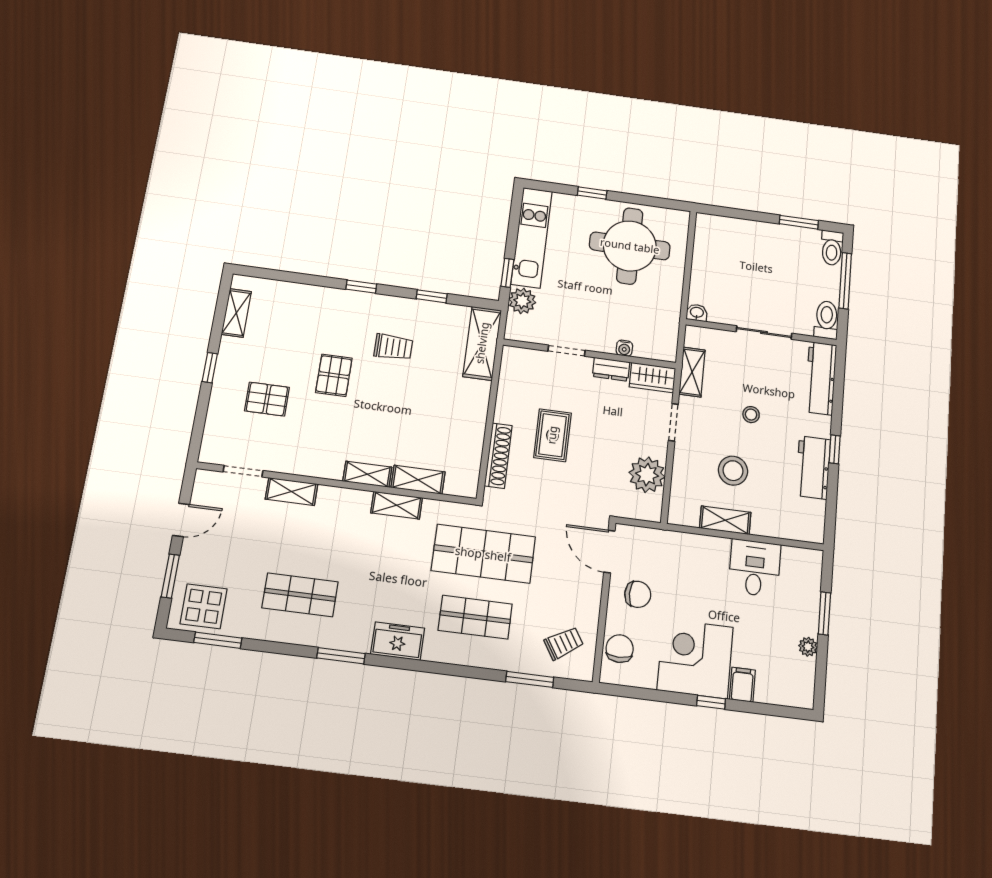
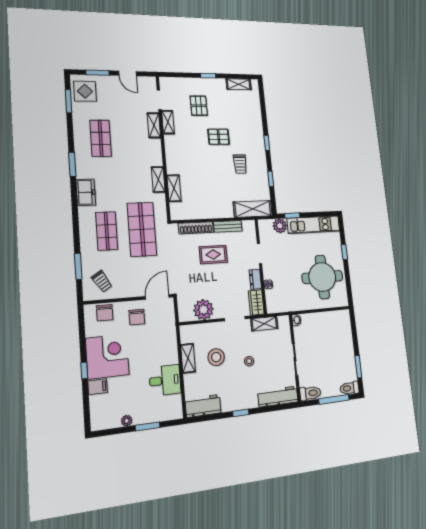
bench: (506, 397) -> (228, 226), added
workbench: (813, 468) -> (203, 406), moved
shelving: (367, 474) -> (168, 122), moved
chair: (620, 649) -> (105, 313), turned 90

